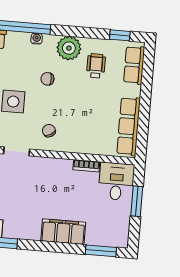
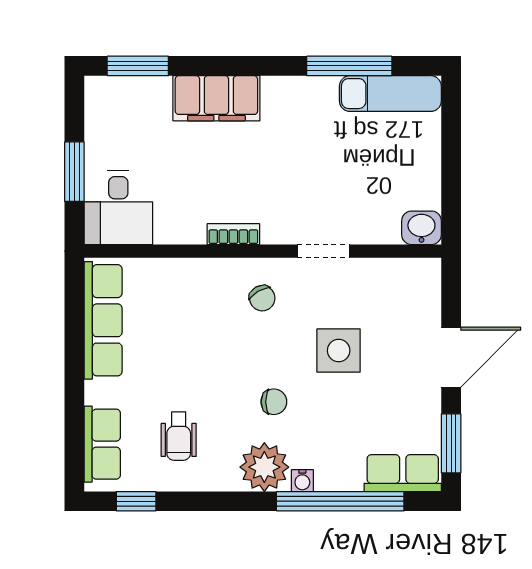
plant: (69, 48) -> (264, 467), moved
bookcase: (86, 166) -> (233, 234), moved

